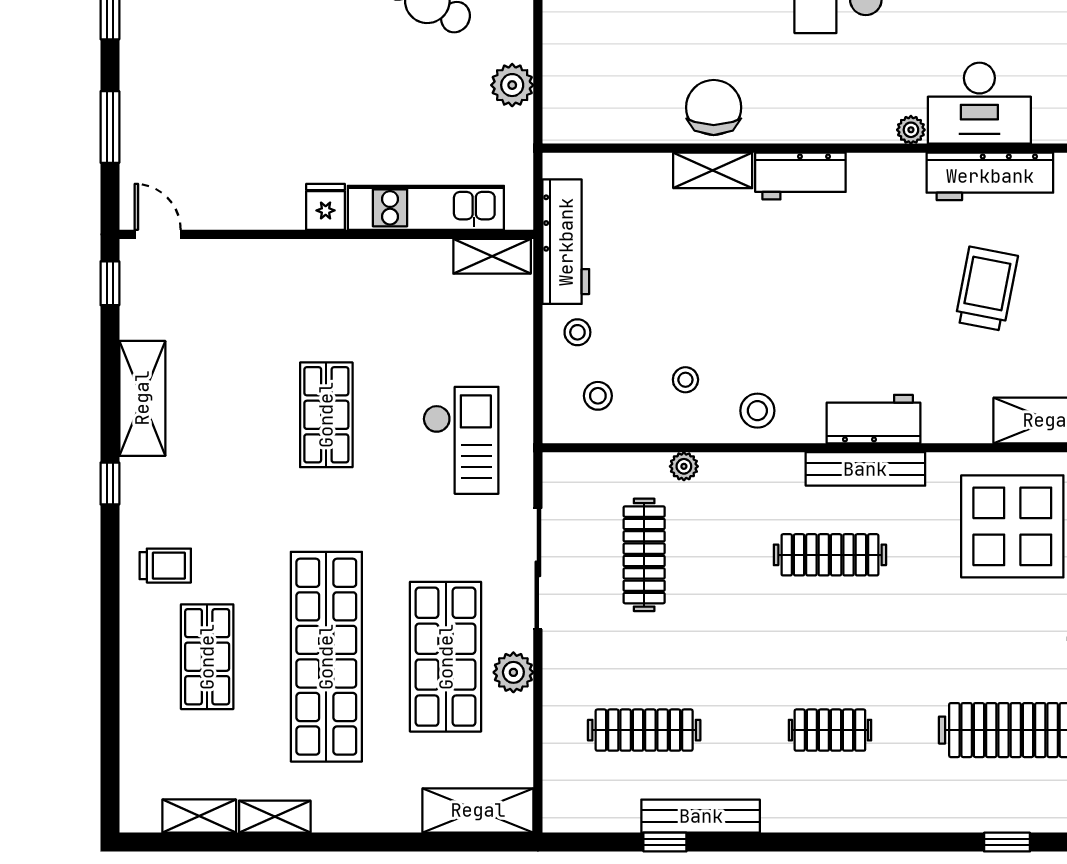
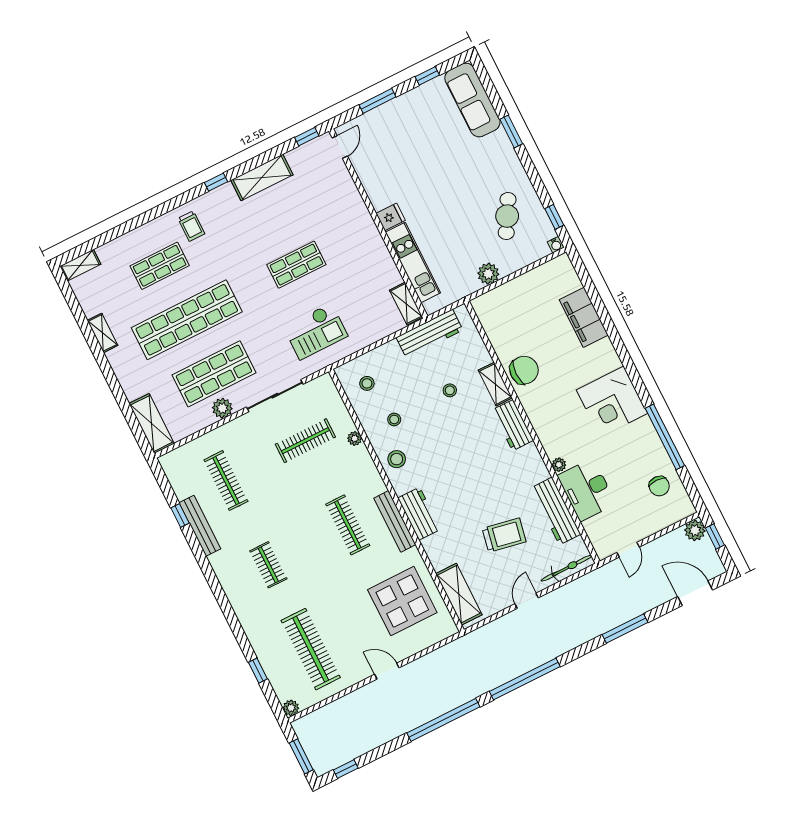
stool: (577, 332) -> (450, 390), moved
shelving: (199, 816) -> (80, 265), moved, turned 90

